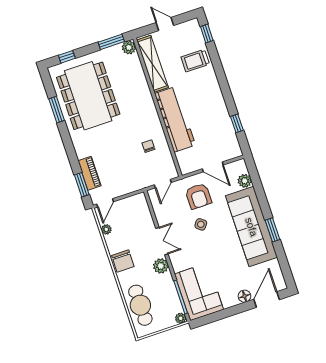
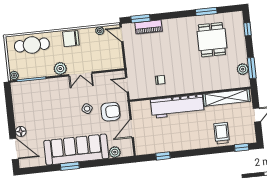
plant: (129, 47) -> (243, 69), moved
dining table: (88, 96) -> (212, 40), width x0.53, depth x0.80
armchair: (198, 196) -> (110, 112), turned 180
corner sofa: (199, 292) -> (32, 95), removed

